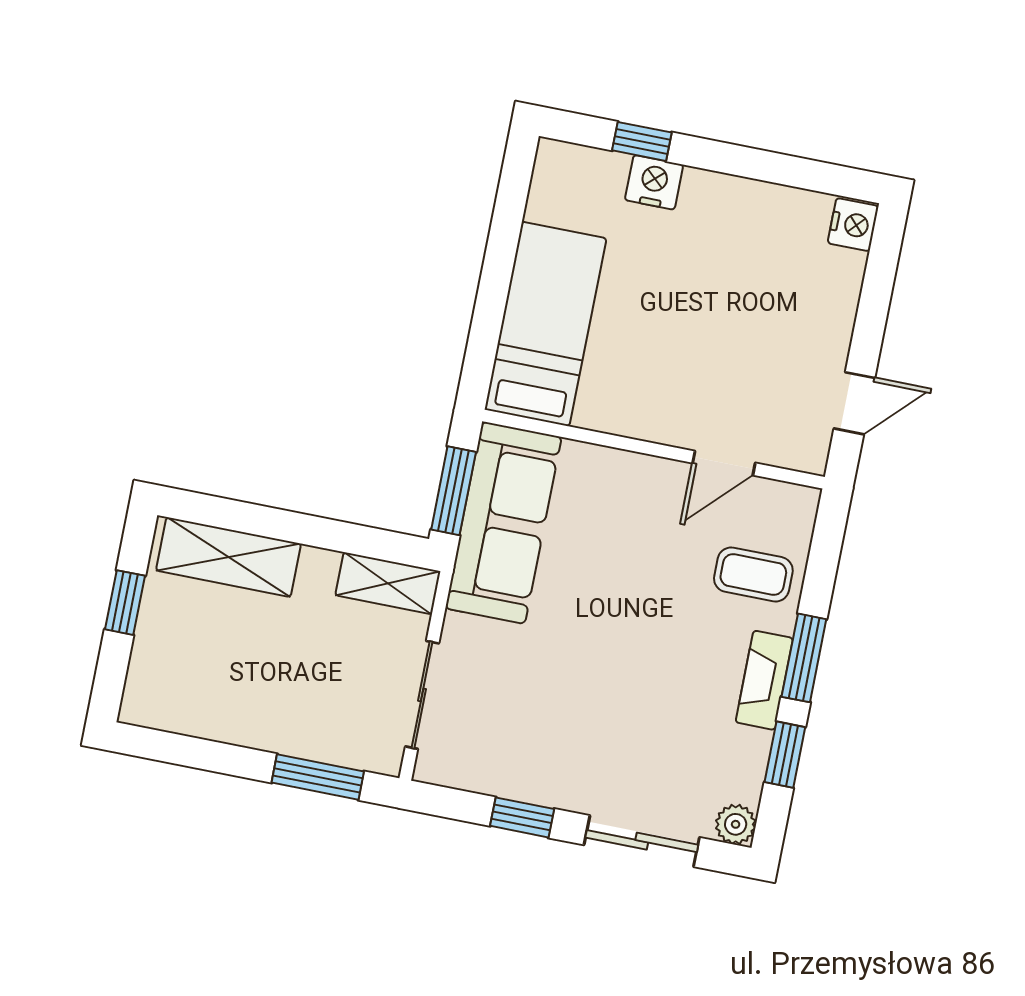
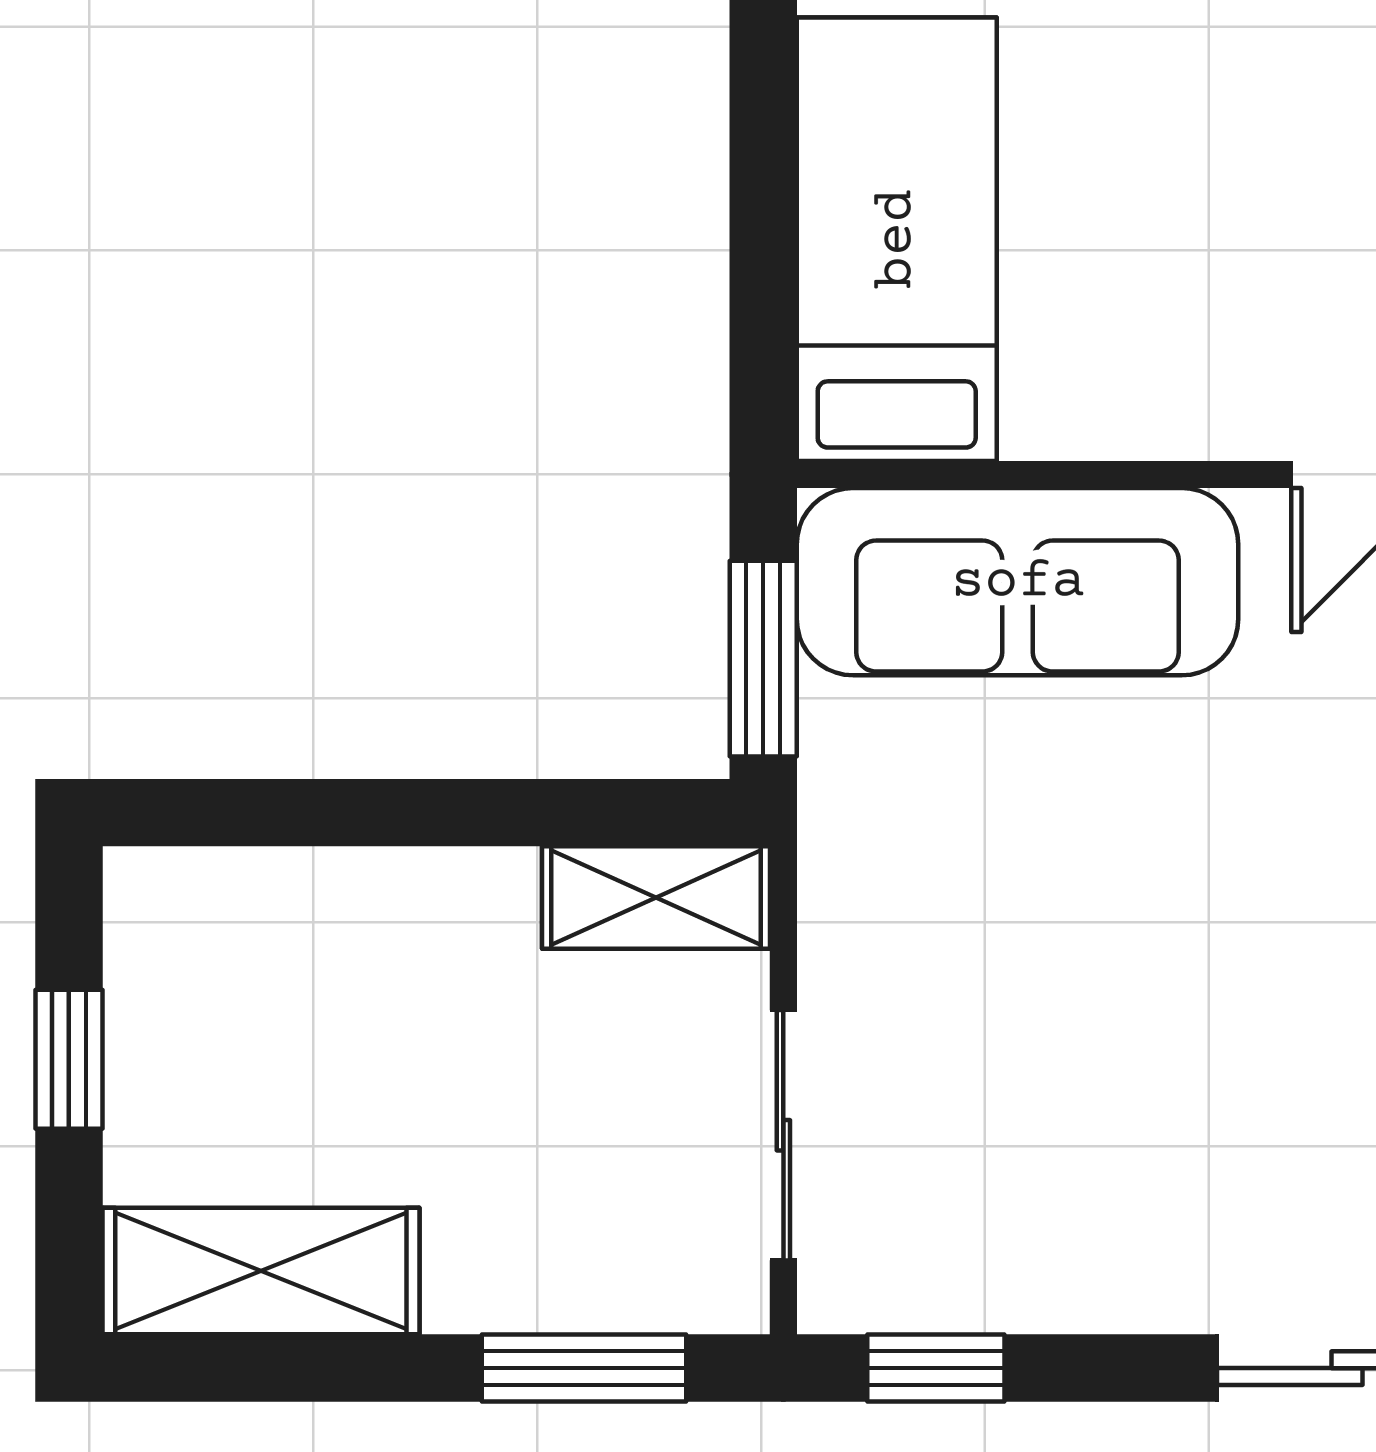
sofa: (503, 523) -> (1018, 582), moved, turned 90
shelving: (229, 557) -> (261, 1271), moved
window: (522, 817) -> (936, 1368), moved

